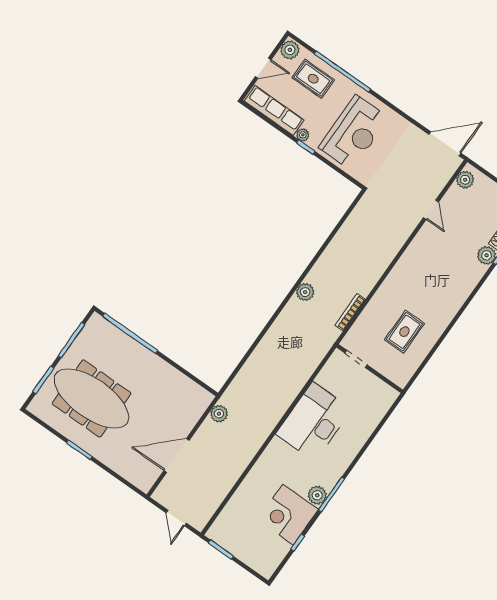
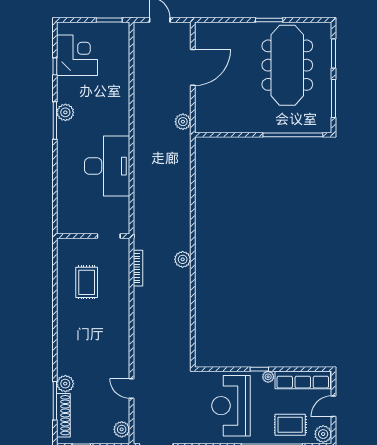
meeting table: (92, 398) -> (287, 65), turned 90
corner desk: (288, 515) -> (77, 55), moved

